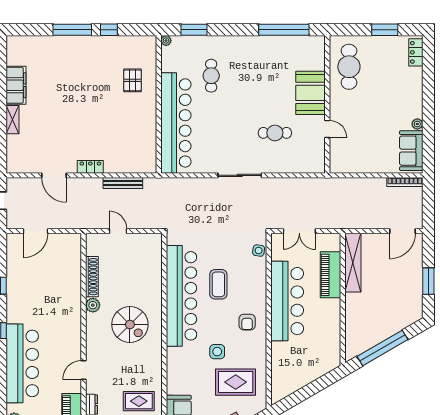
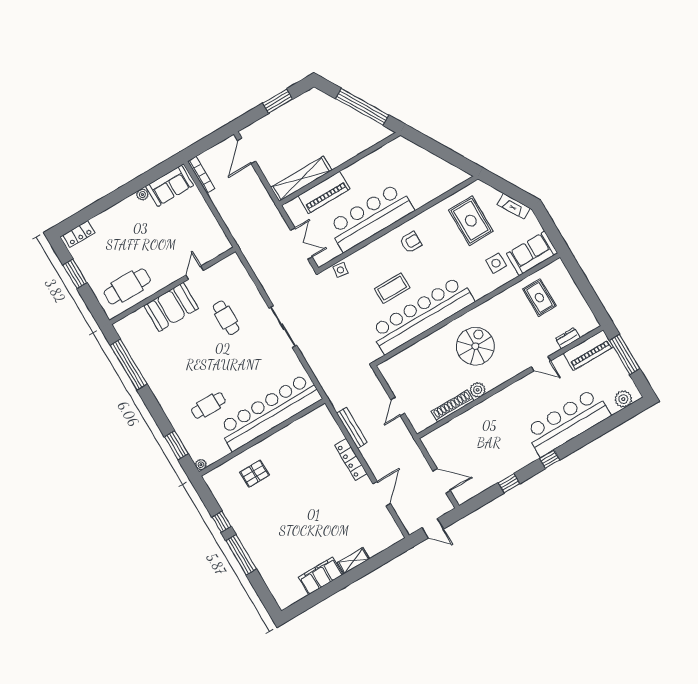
locker: (90, 167) -> (351, 460), width x1.53
door: (402, 231) -> (247, 151), swing flipped
side table: (217, 352) -> (496, 263), moved

